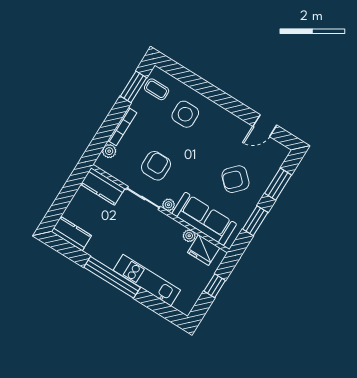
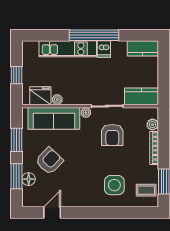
floor lamp: (268, 174) -> (29, 179), added
dishwasher: (111, 257) -> (104, 49), added

